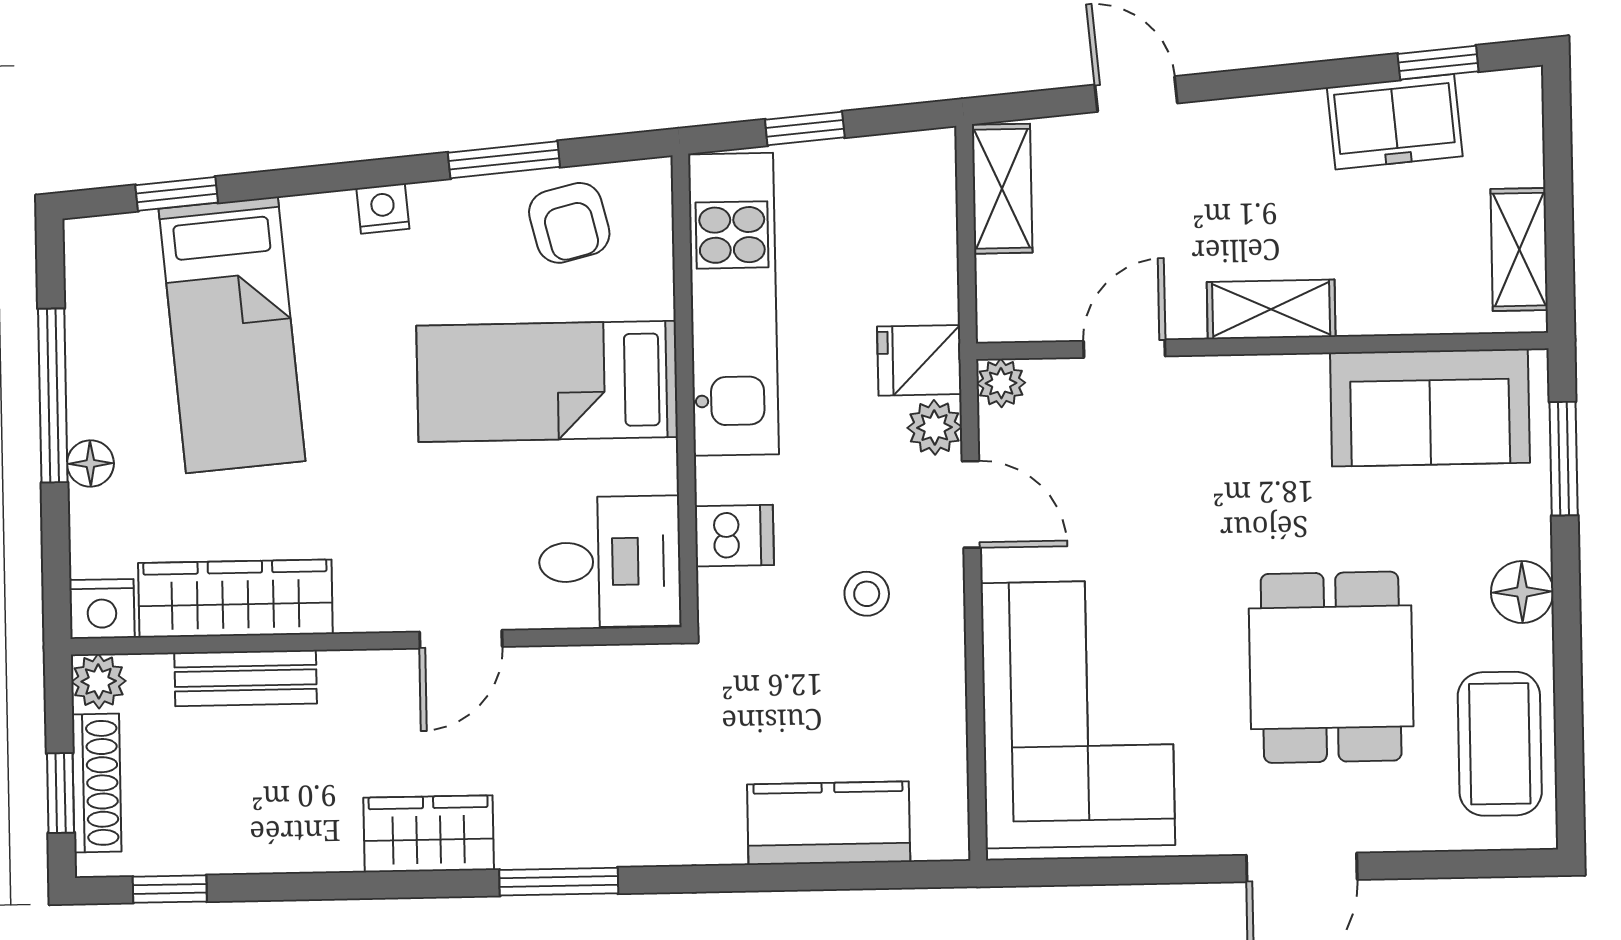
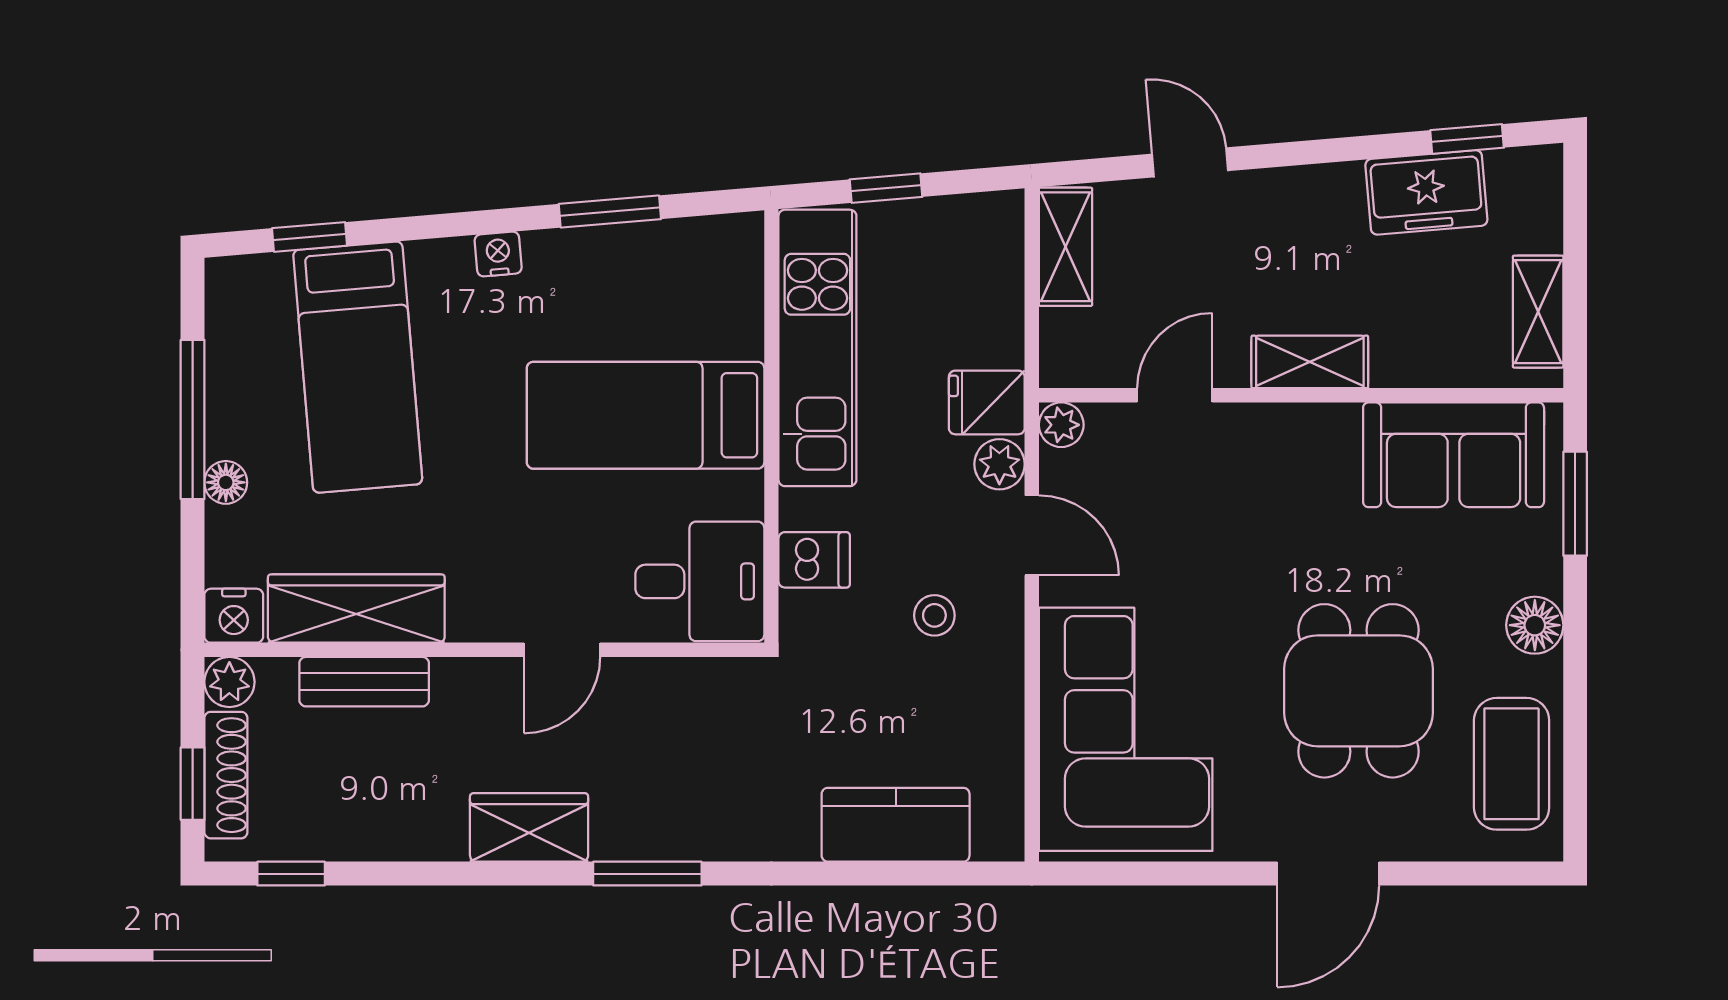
armchair: (569, 223) -> (669, 270), removed

